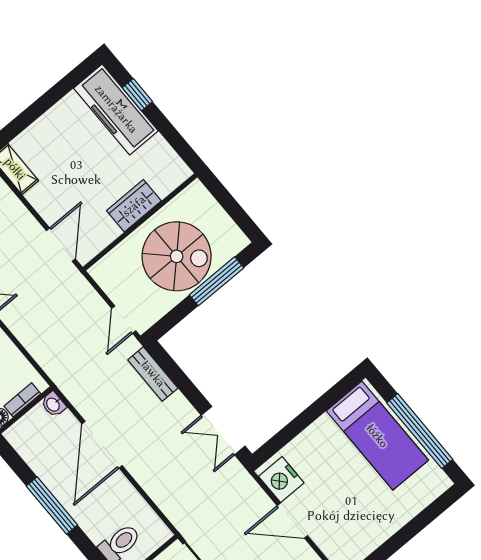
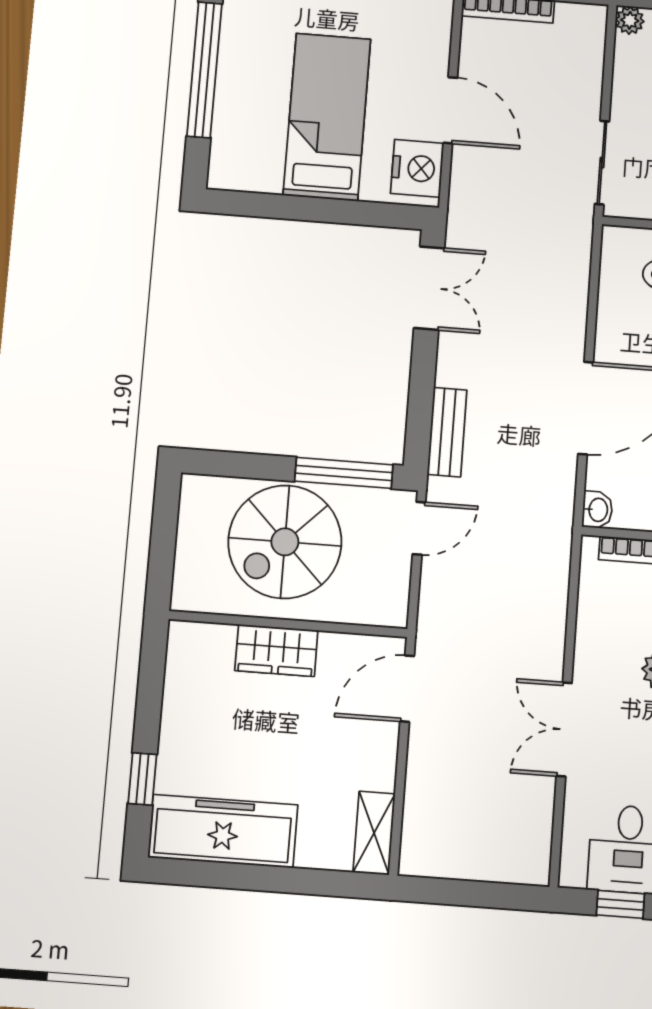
freezer: (116, 109) -> (223, 831), moved, turned -90
spiral stairs: (177, 256) -> (285, 542), turned -90
window: (217, 281) -> (344, 473), moved
bed: (377, 436) -> (327, 117), moved

